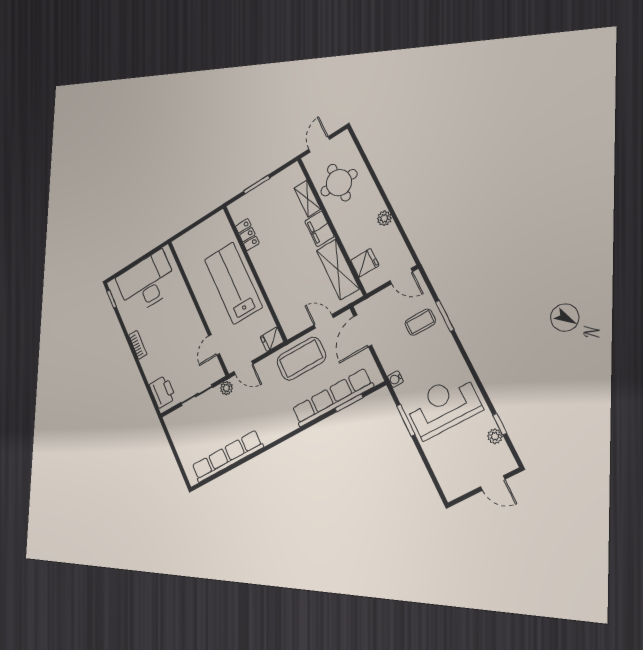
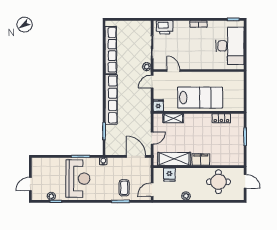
shelving: (307, 199) -> (173, 118), moved
coffee table: (301, 359) -> (140, 117), removed
row of seats: (332, 398) -> (111, 99), moved

